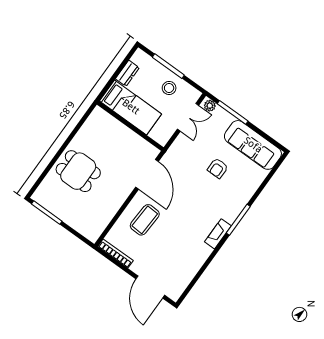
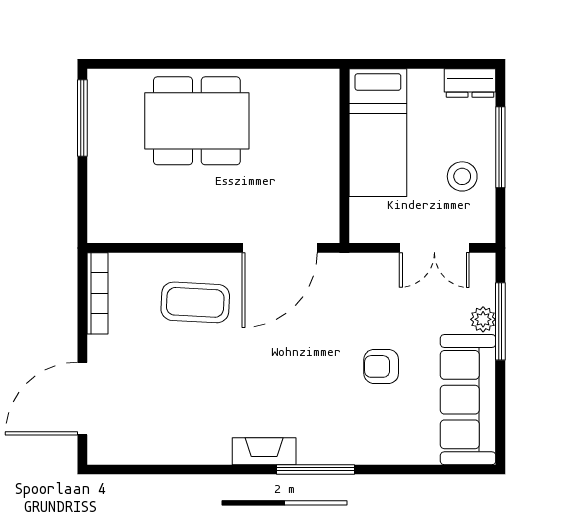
dresser: (127, 73) -> (470, 83), moved
plant: (210, 106) -> (483, 319), moved
dining table: (78, 171) -> (197, 121), width x1.38

